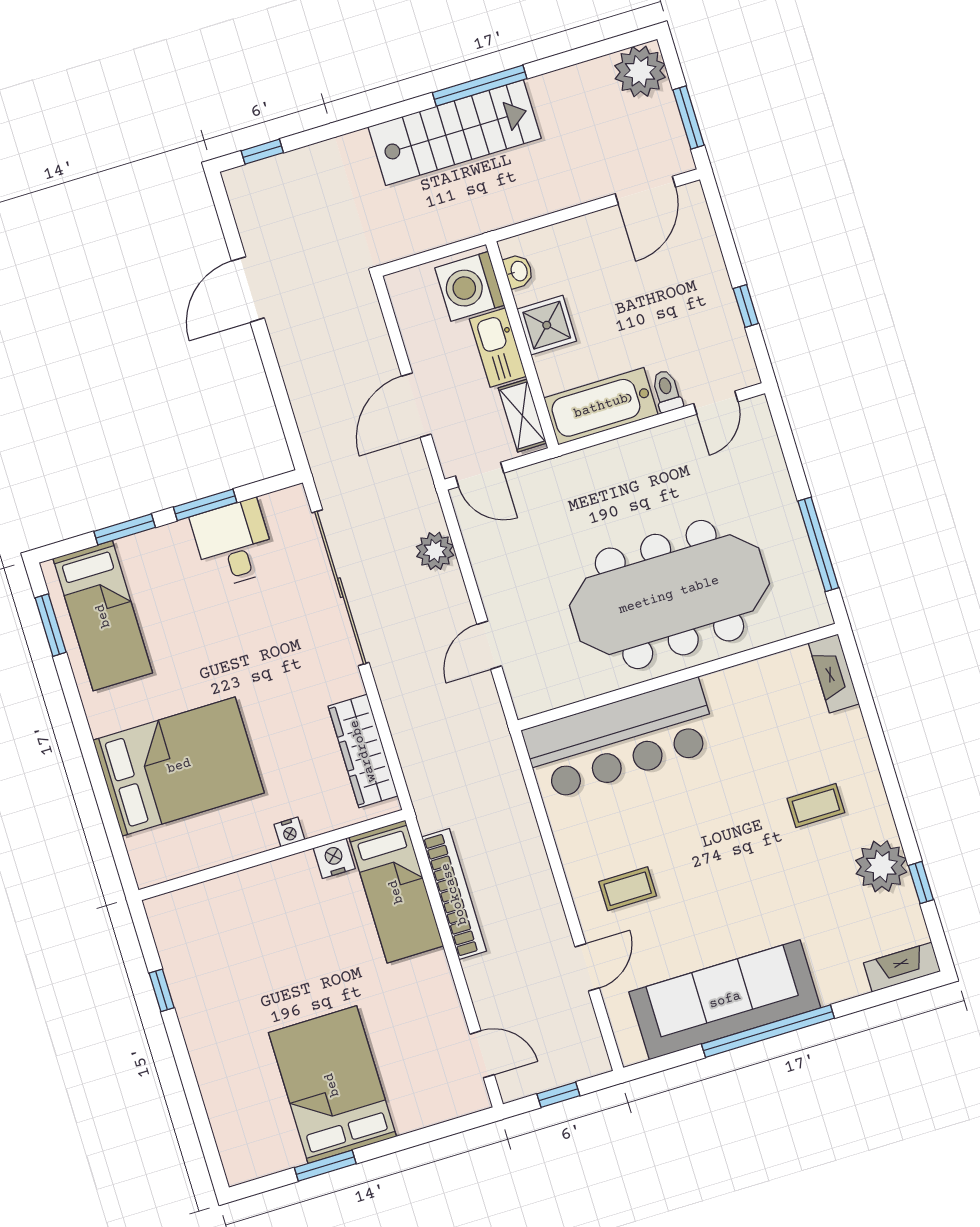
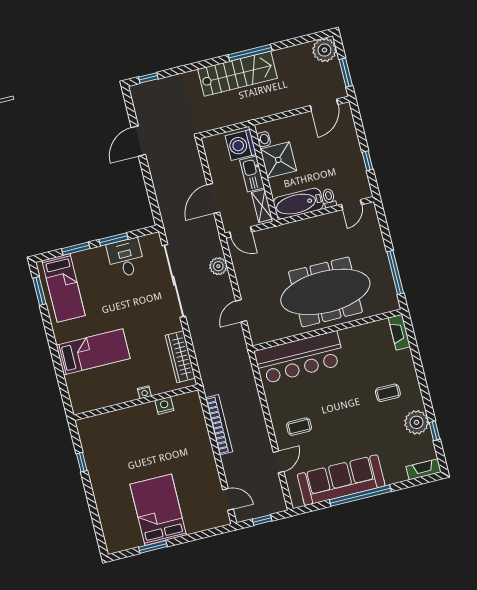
shower: (547, 325) -> (278, 160), width x1.36, depth x1.36
bed: (179, 766) -> (93, 352), width x0.67
bed: (396, 892) -> (192, 422), removed

